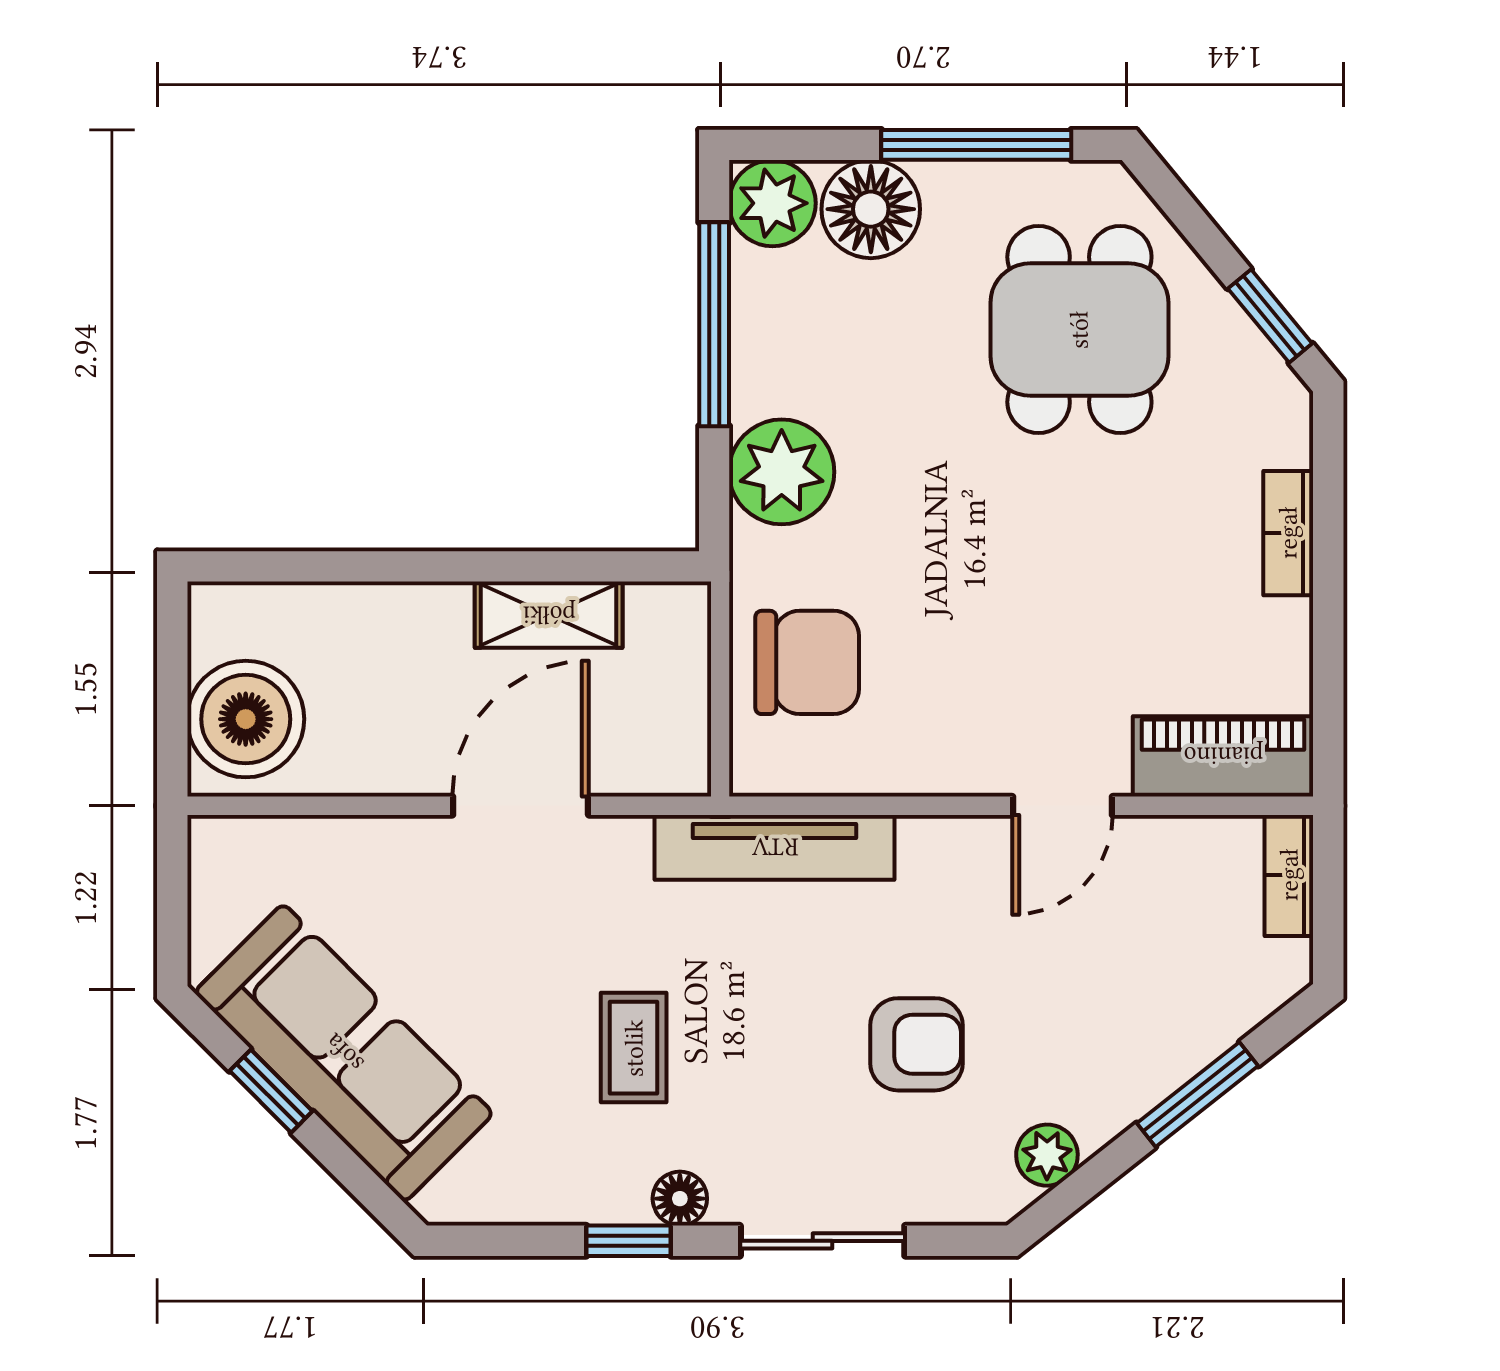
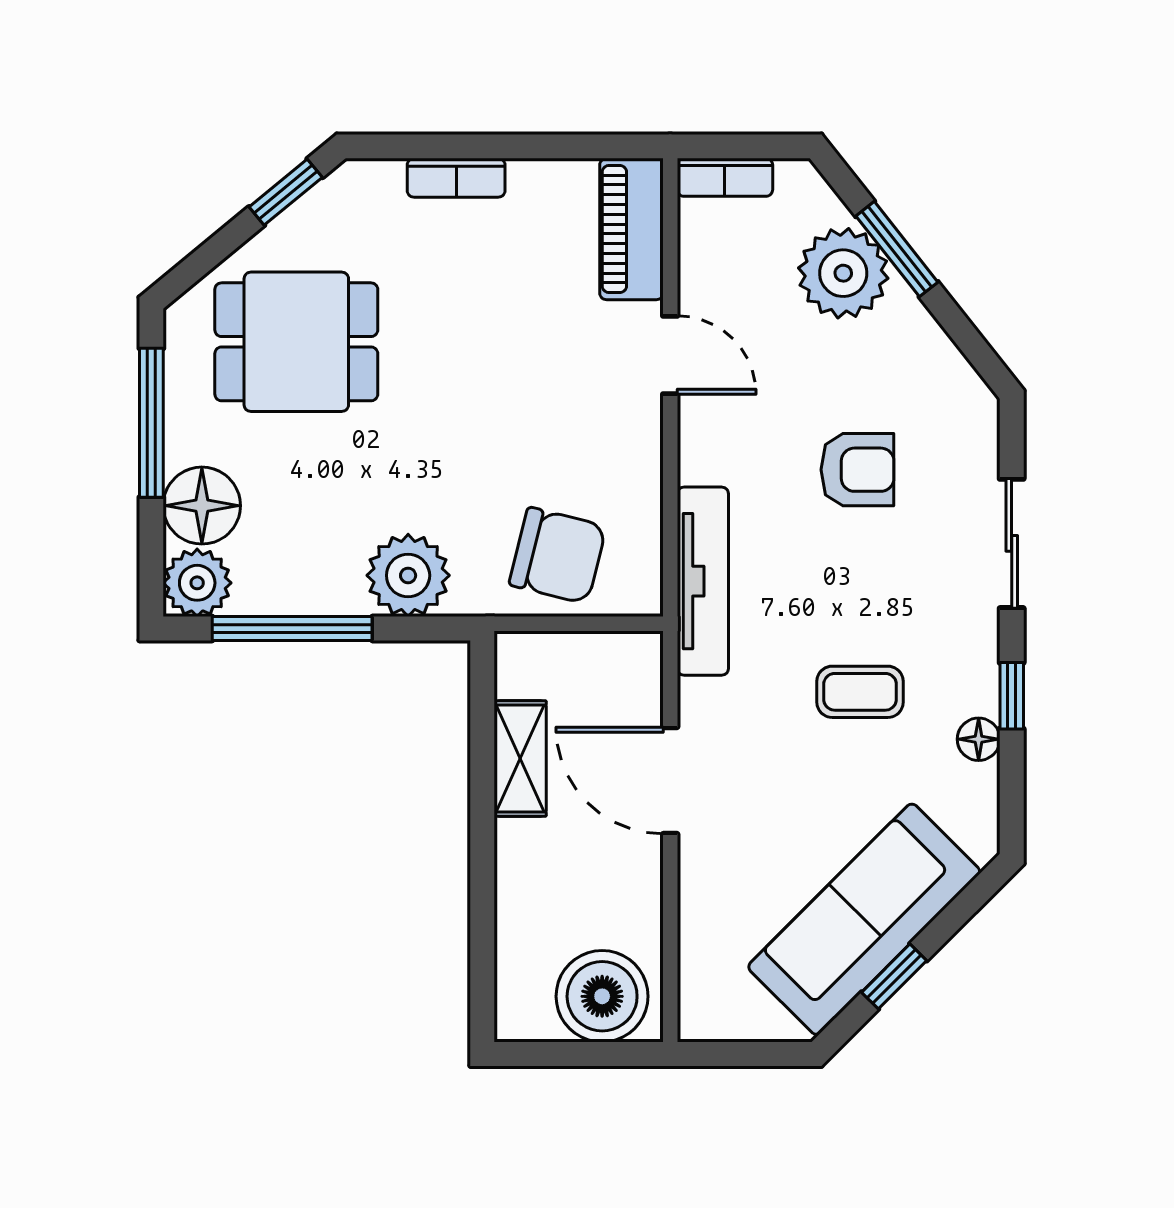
chair: (807, 662) -> (558, 555), turned 104
armchair: (916, 1044) -> (857, 470), turned 90
plant: (1047, 1155) -> (843, 273), moved, width x1.87, depth x1.87
floor lamp: (680, 1199) -> (979, 739), moved

